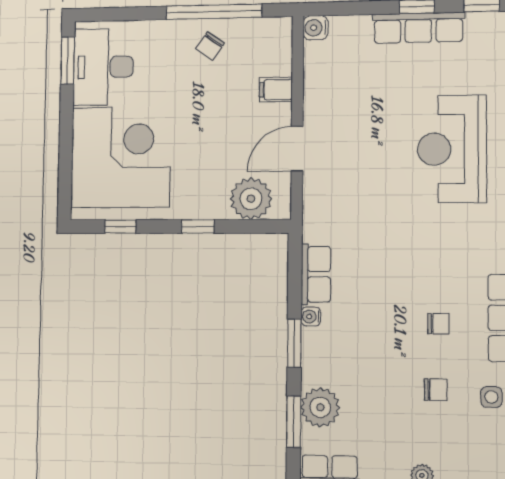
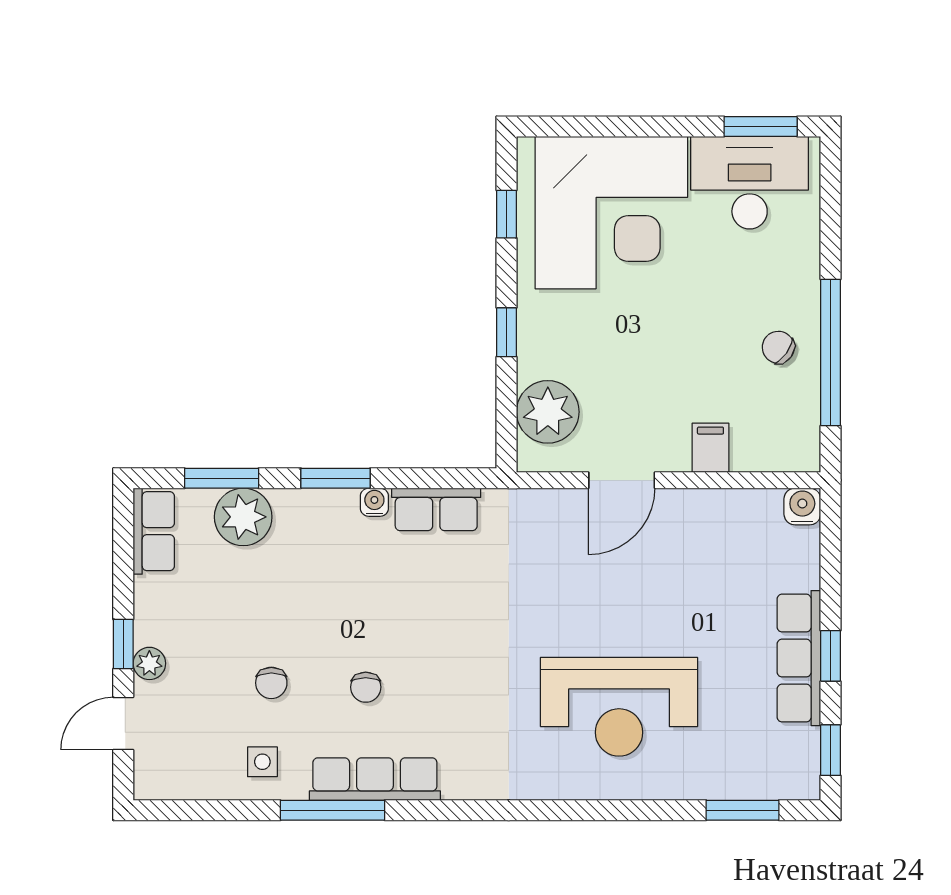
door: (297, 149) -> (622, 480), swing flipped
reception desk: (452, 149) -> (619, 707), turned 180

